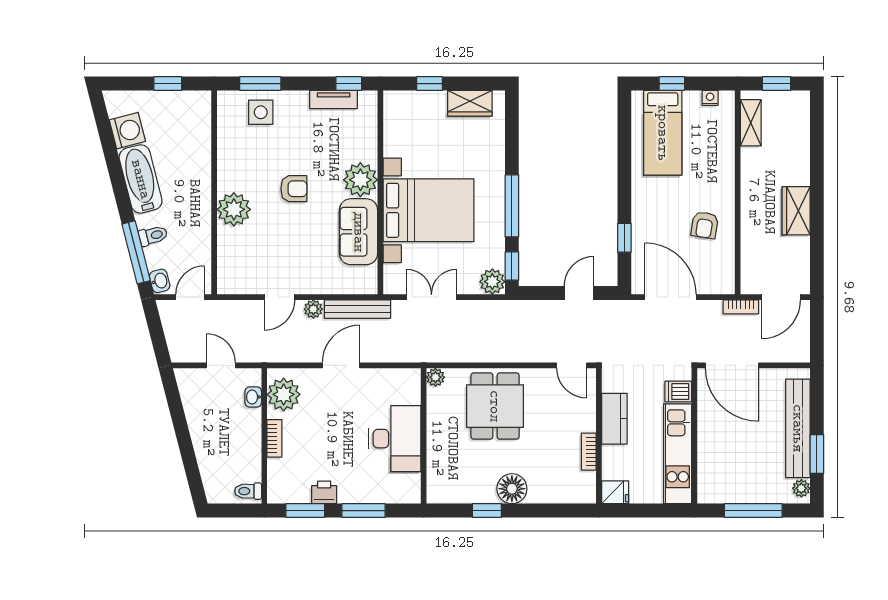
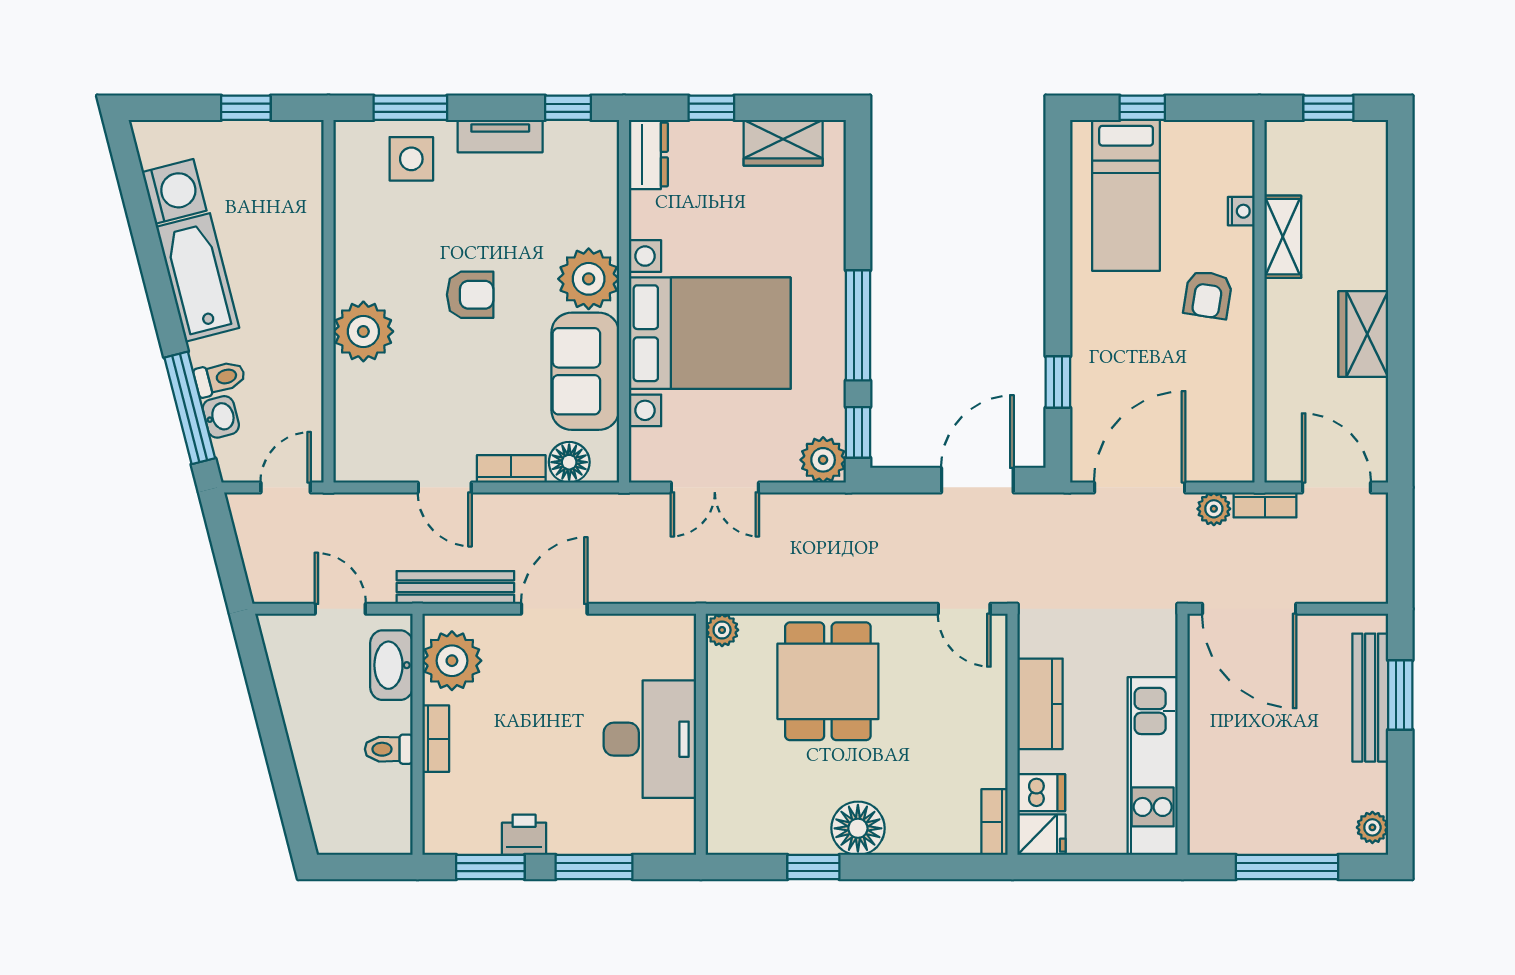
nightstand: (710, 98) -> (1241, 211), moved, turned 90
tv unit: (334, 99) -> (500, 136), moved
dresser: (394, 110) -> (648, 155), added
shelving: (751, 123) -> (1283, 237), moved
armchair: (705, 225) -> (1208, 295), moved
washbasin: (160, 281) -> (221, 417), moved
floor lamp: (350, 283) -> (569, 462), added
bookcase: (317, 287) -> (511, 469), added
door: (579, 293) -> (977, 480), width x1.38
door: (280, 297) -> (445, 487), hinge flipped
double door: (431, 297) -> (715, 487), swing flipped
door: (670, 297) -> (1140, 487), hinge flipped
door: (781, 297) -> (1336, 487), swing flipped
plant: (313, 309) -> (1214, 509), moved
bench: (357, 309) -> (455, 588), moved
dishwasher: (678, 392) -> (1041, 793), moved, turned 180
washbasin: (253, 397) -> (391, 665), width x1.91, depth x1.45
bench: (798, 428) -> (1370, 698), width x0.73, depth x0.82
bookcase: (589, 452) -> (995, 822), moved
window: (817, 454) -> (1400, 695), moved
toilet: (248, 491) -> (389, 749), moved

